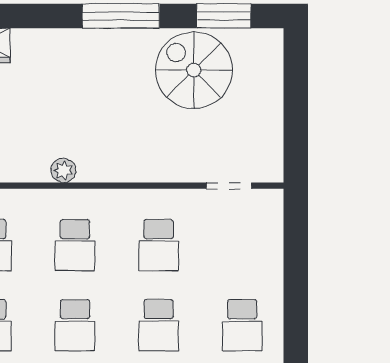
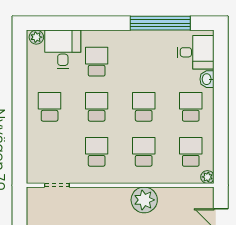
plant: (63, 170) -> (144, 200), width x1.87, depth x1.87

